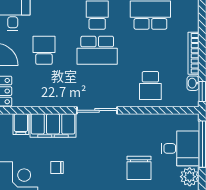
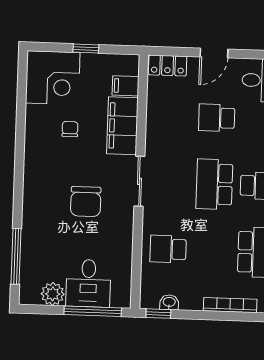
school desk: (44, 50) -> (217, 118), turned 180
bookcase: (193, 53) -> (230, 305), moved
chair: (139, 168) -> (86, 202), moved, turned -90

